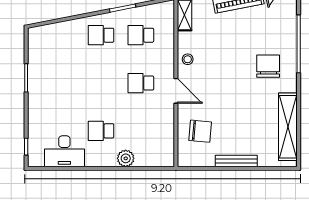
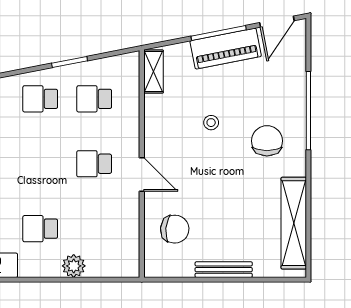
stool: (188, 59) -> (211, 123), moved

